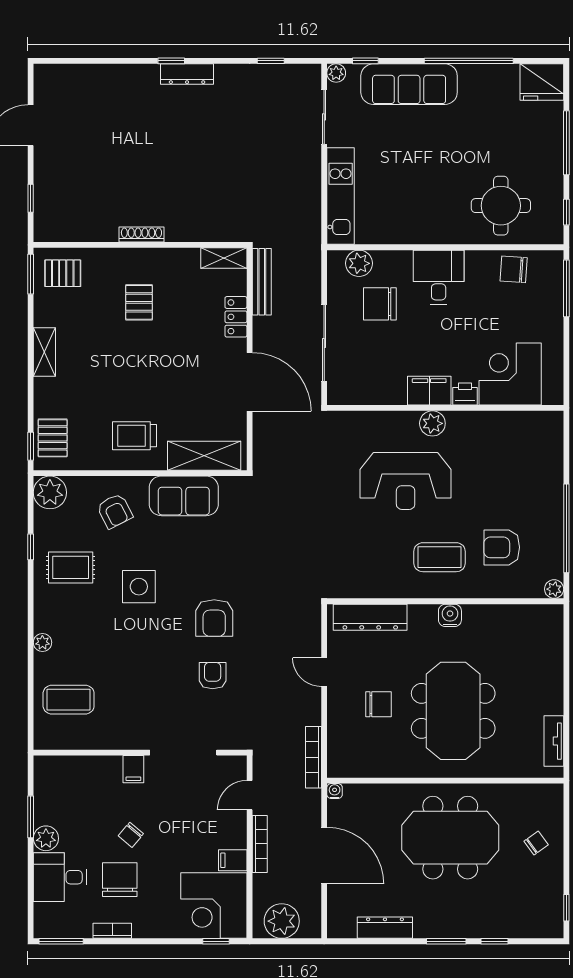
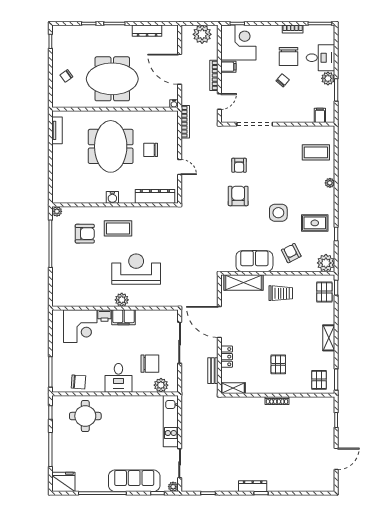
pallet: (63, 273) -> (319, 380), turned 90
bench: (262, 282) -> (213, 371), width x0.73
filing cabinet: (133, 769) -> (320, 115), moved

